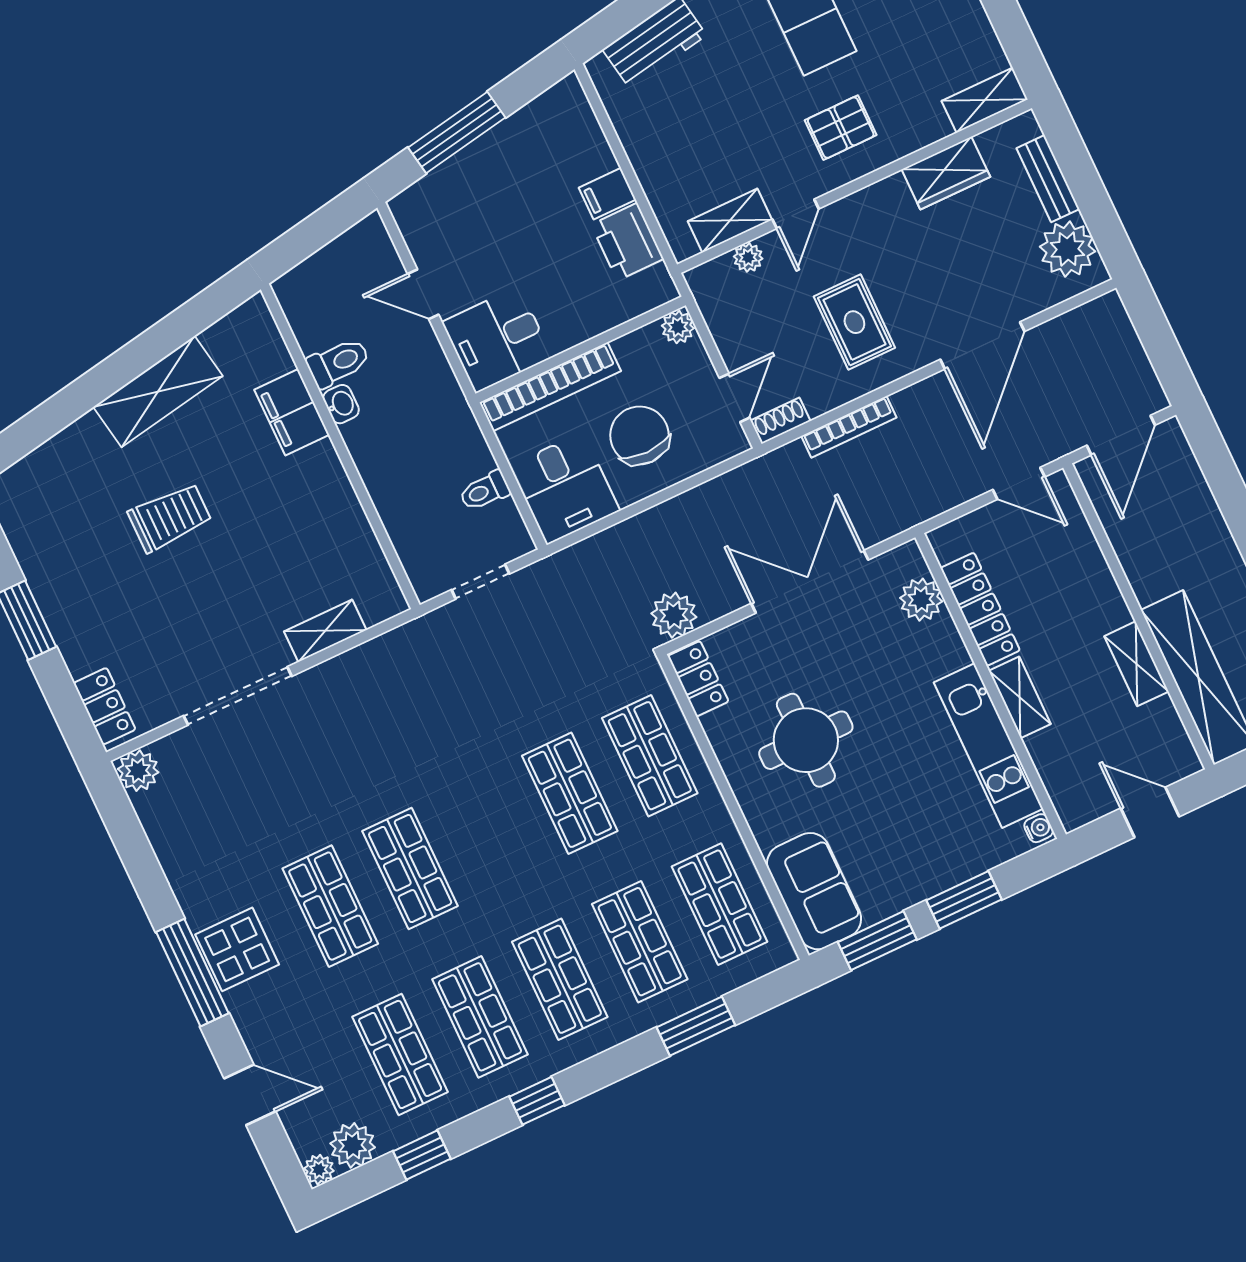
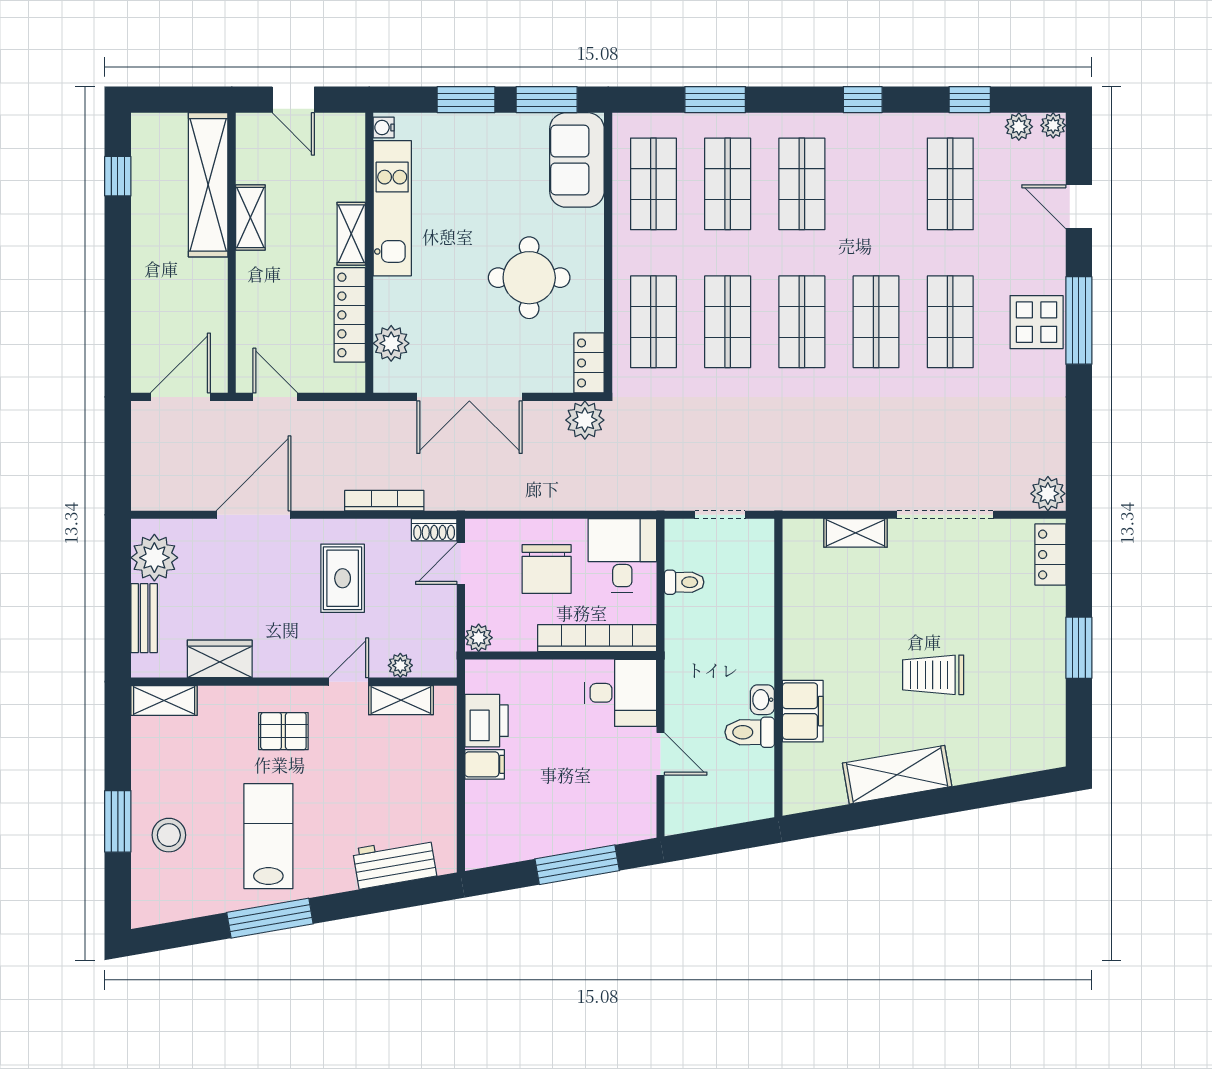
shop shelf: (480, 1017) -> (802, 322), moved
plant: (353, 1145) -> (1019, 127), width x0.73, depth x0.73

